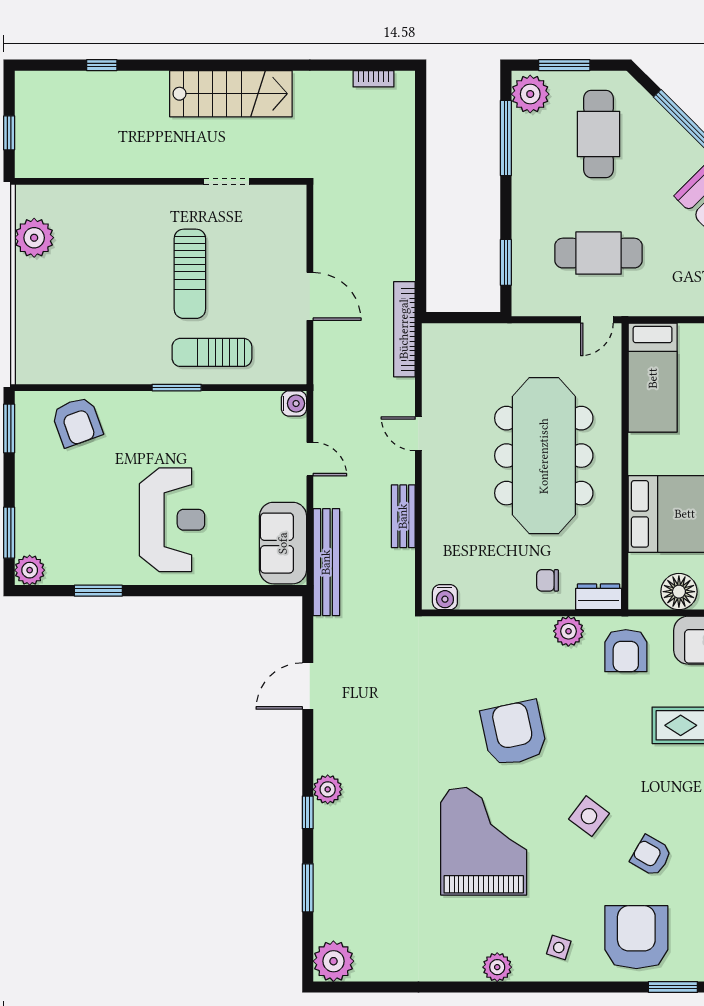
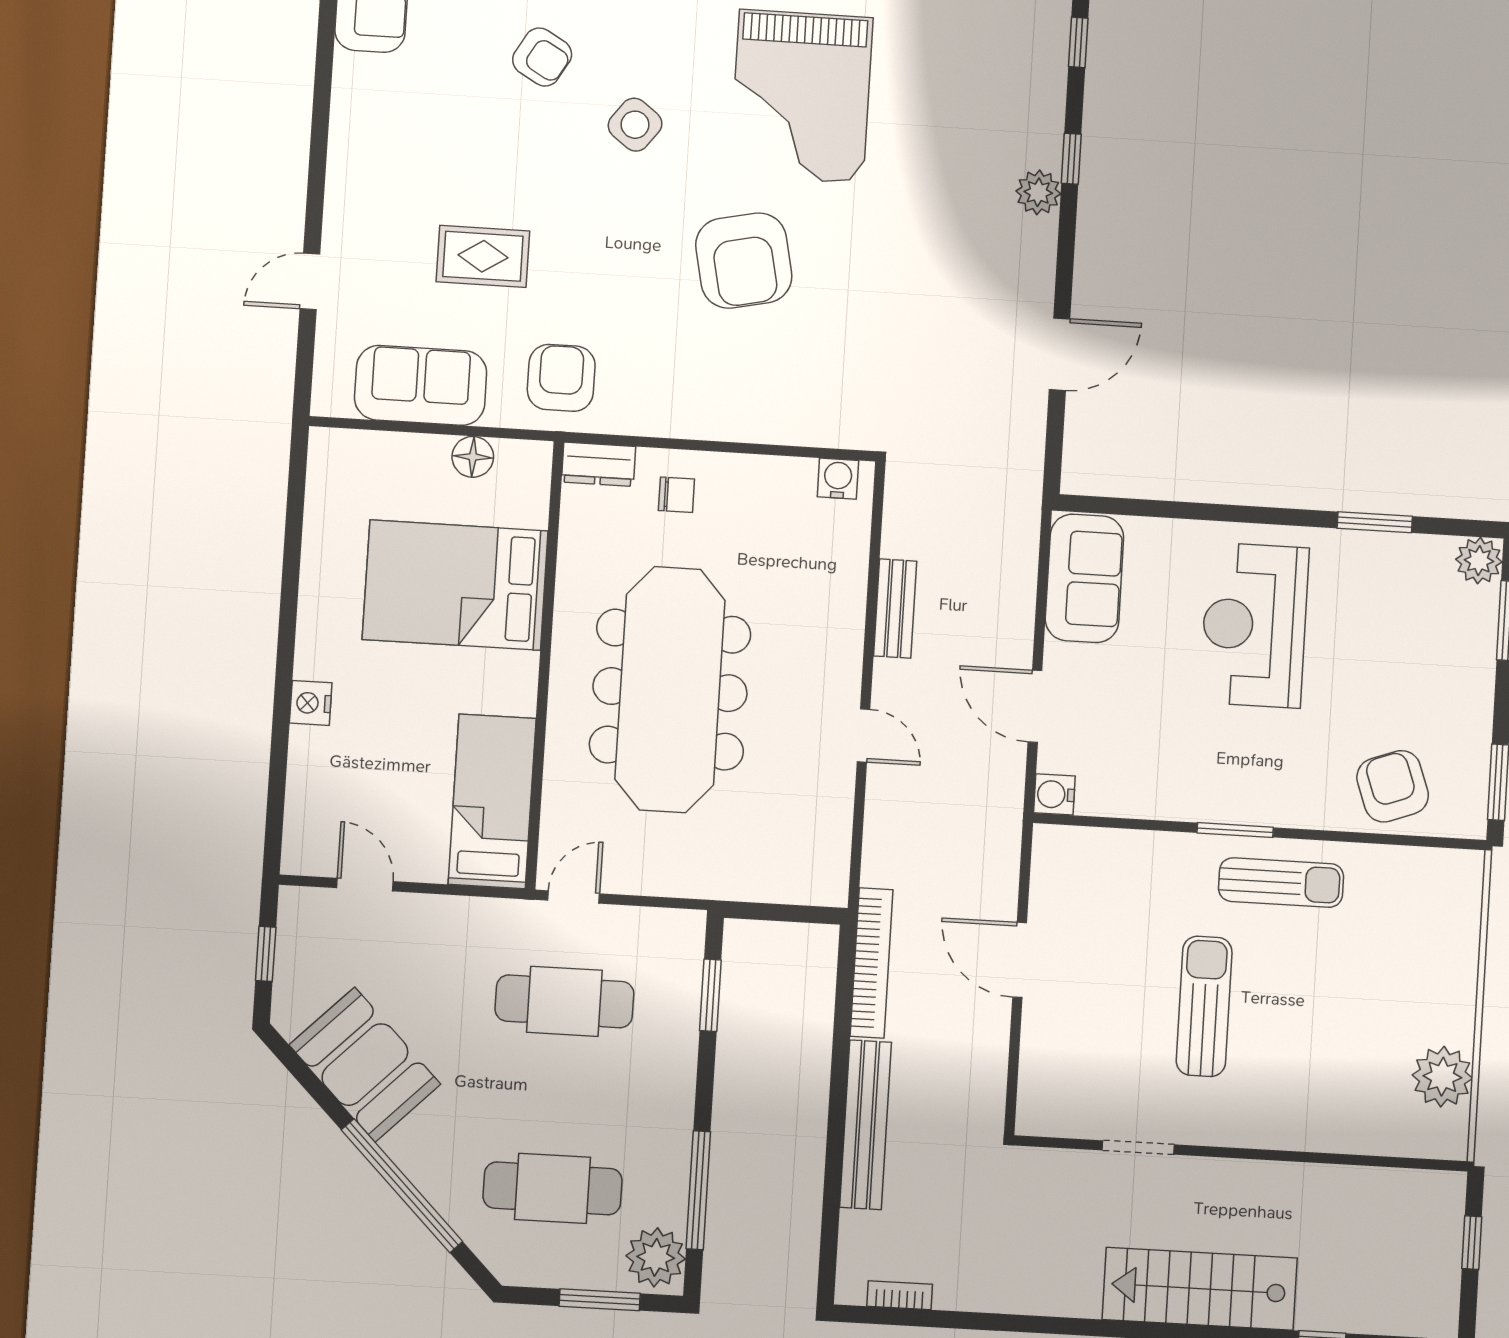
stairs: (231, 94) -> (1200, 1289), moved
cafe table: (598, 134) -> (553, 1188), turned 90
bookcase: (404, 329) -> (872, 963), moved
sun lounger: (212, 352) -> (1281, 883), moved
door: (310, 459) -> (1035, 706), width x1.38
bench: (326, 562) -> (866, 1125), moved
floor lamp: (679, 592) -> (473, 457), width x0.73, depth x0.73
plant: (568, 631) -> (649, 414), removed
window: (308, 888) -> (1078, 42), width x0.67

